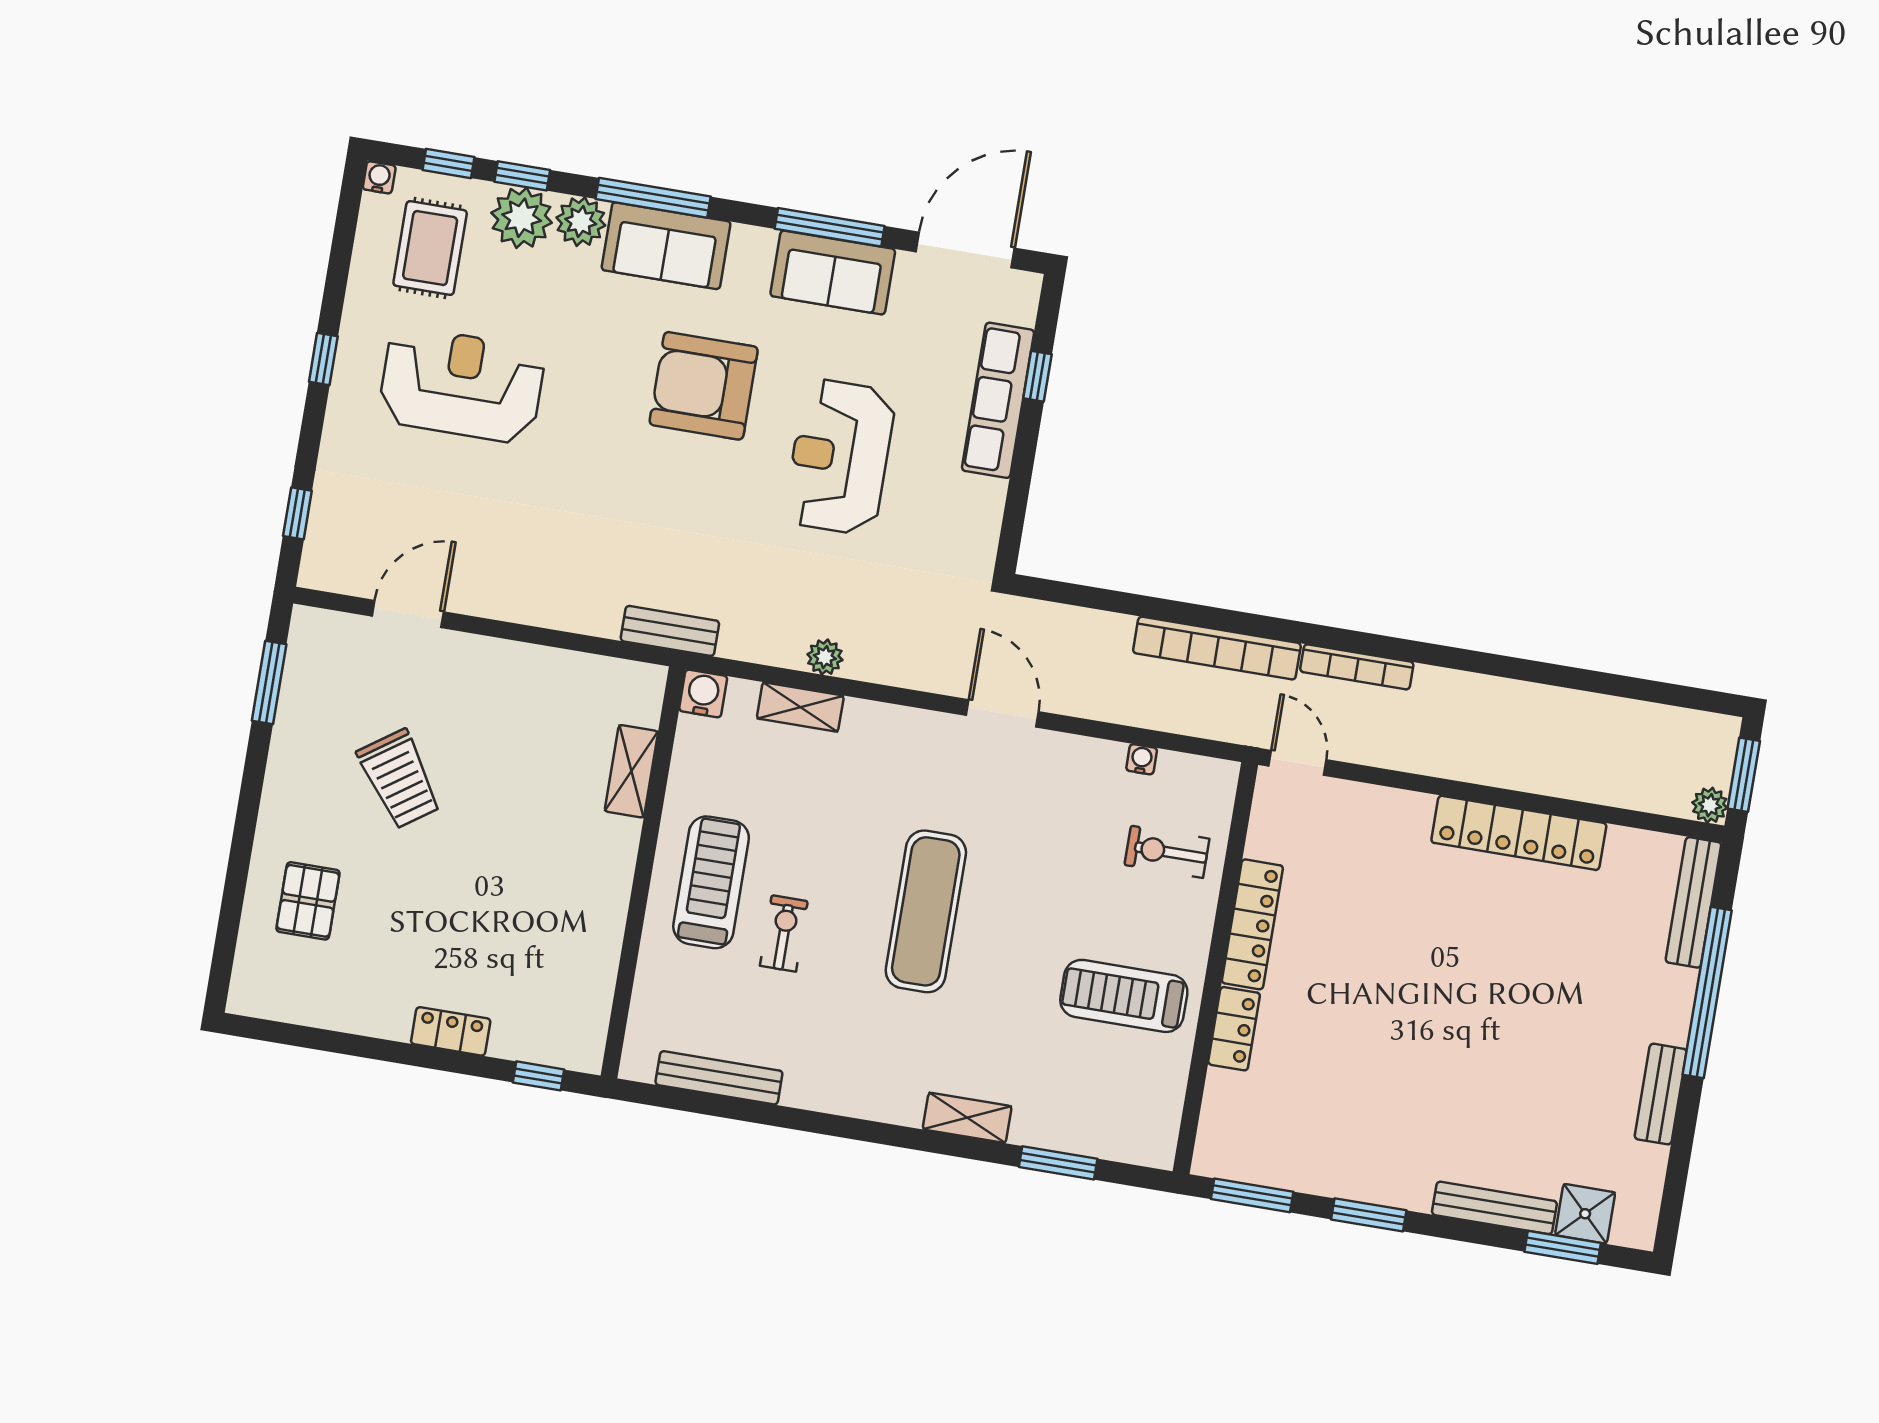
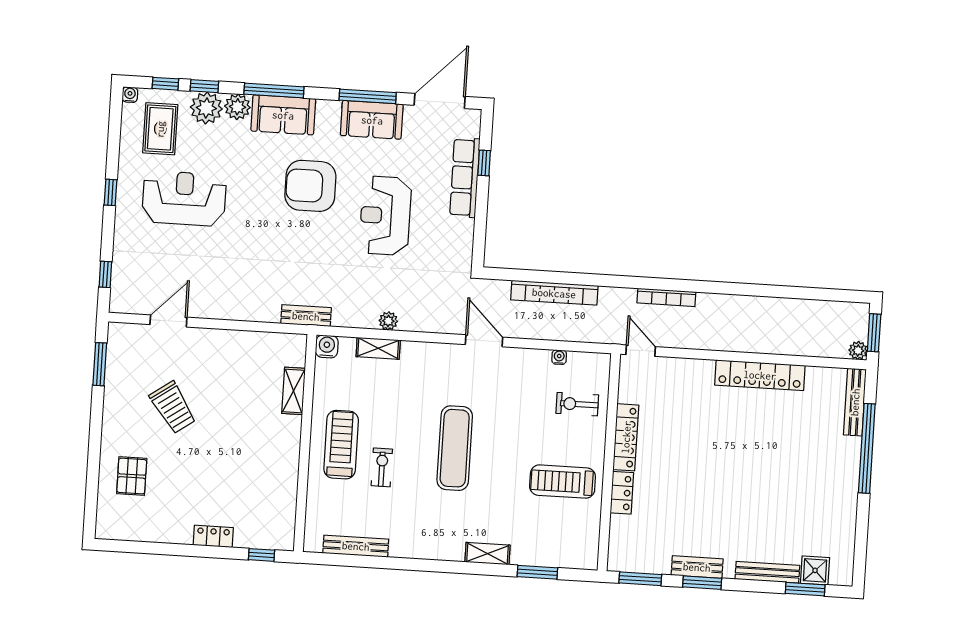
bookcase: (1217, 648) -> (554, 293), moved
bench: (1661, 1094) -> (697, 567), moved, turned 90

